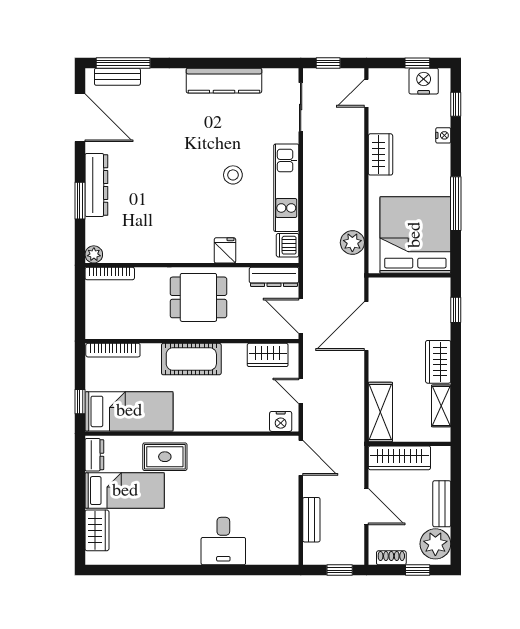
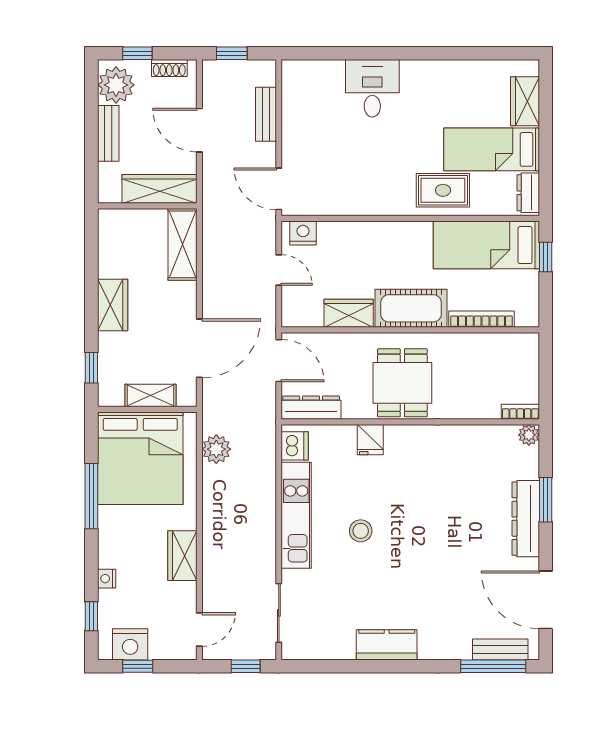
kitchen counter: (224, 81) -> (387, 645), width x0.67
bookcase: (110, 274) -> (520, 412), width x0.64
dining table: (198, 297) -> (402, 383), turned 90
bookcase: (113, 350) -> (482, 319), moved
wardrobe: (268, 355) -> (349, 313), moved
shelving: (441, 406) -> (150, 395), moved, turned 90

